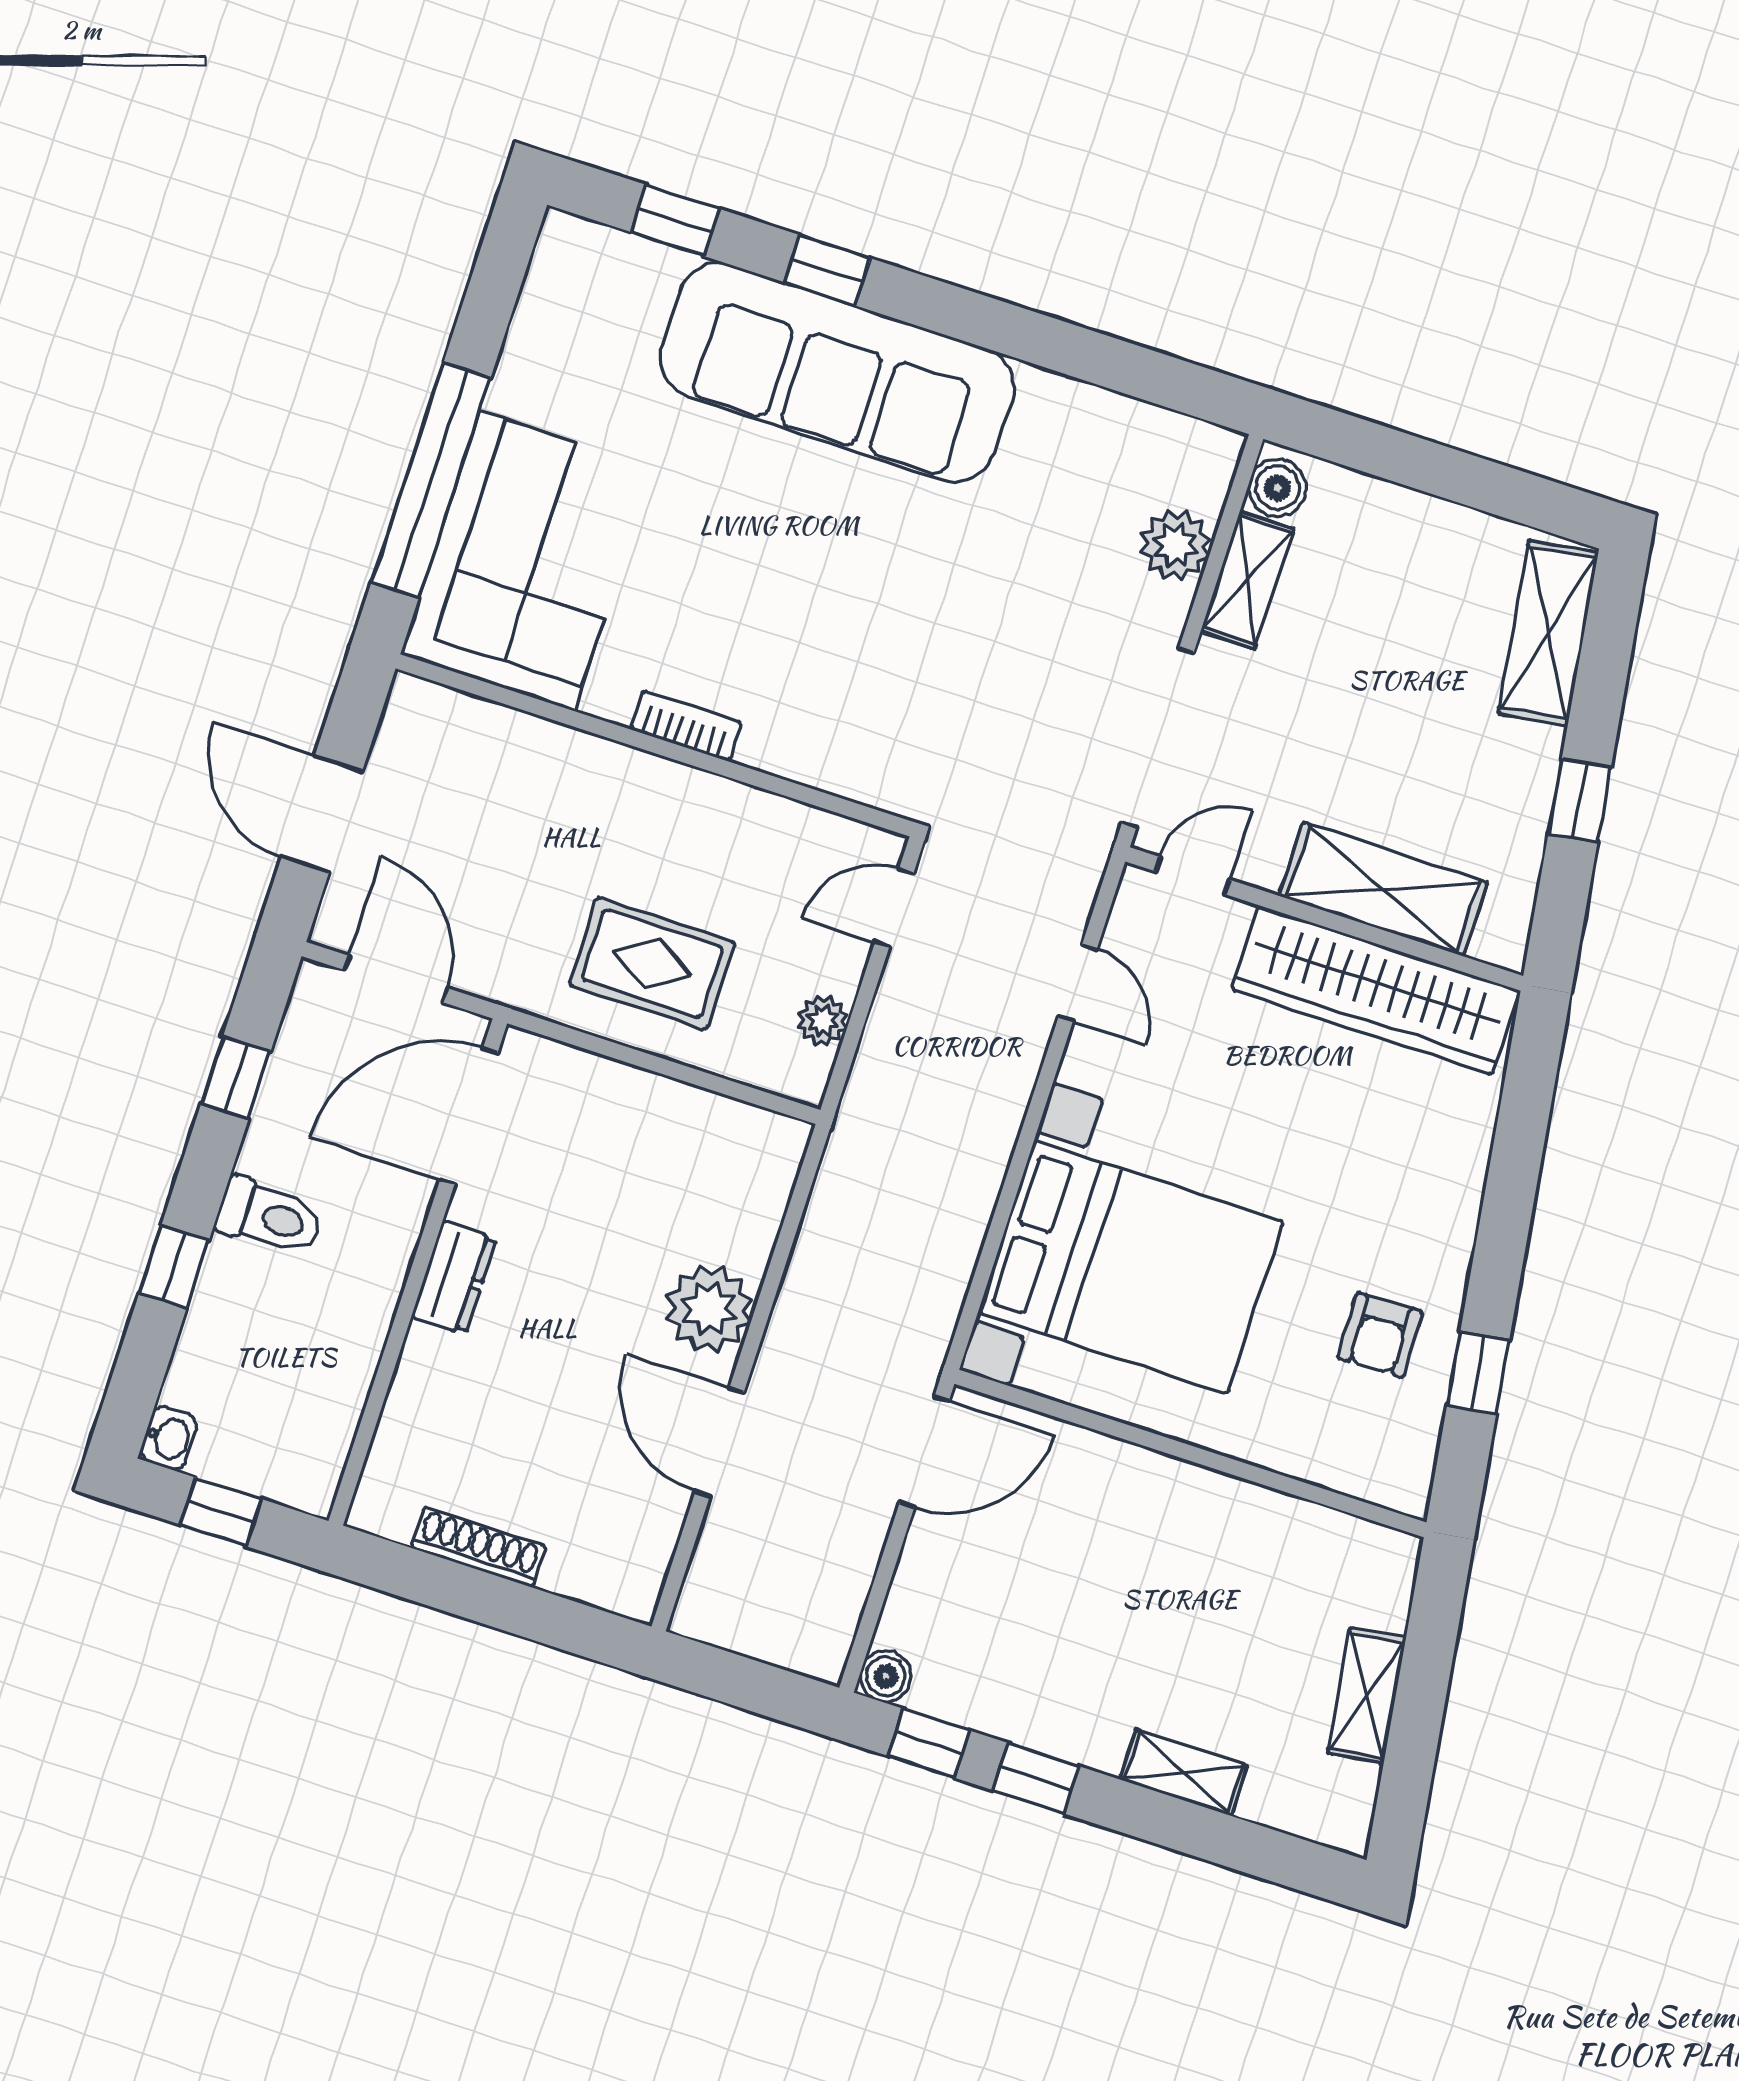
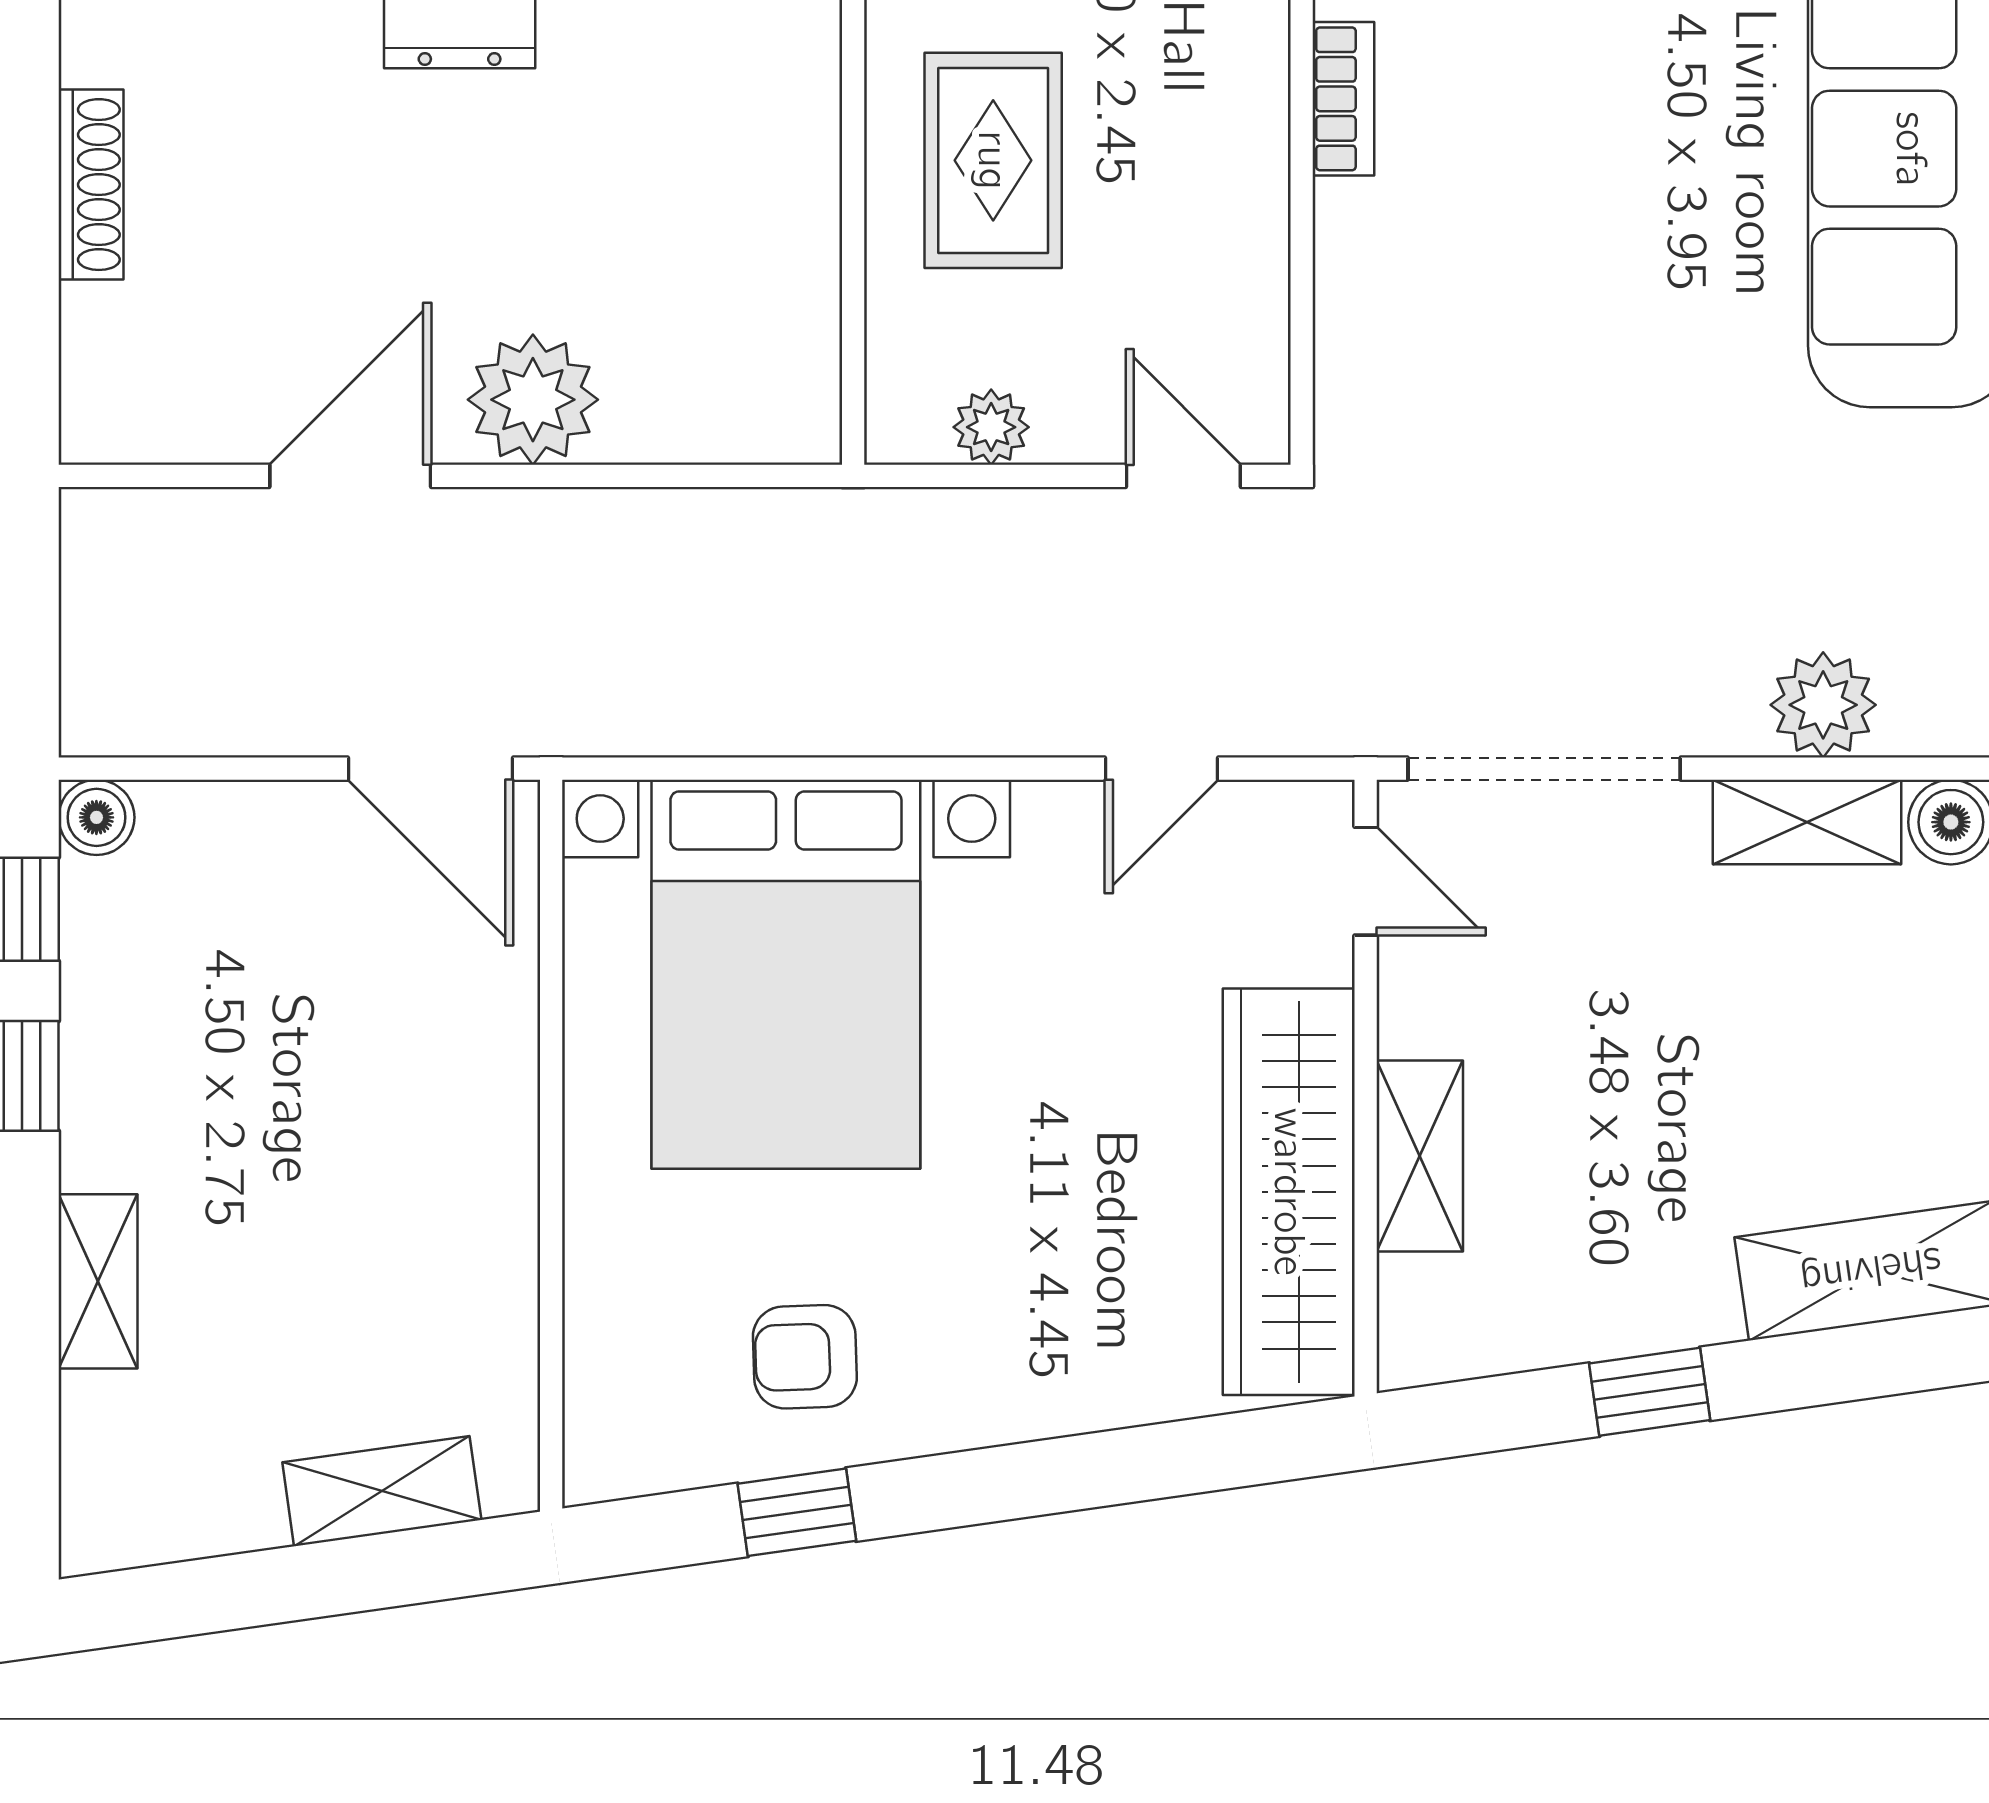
shelving: (1383, 889) -> (1420, 1156), width x0.67, depth x0.75
shelving: (1367, 1696) -> (382, 1491), moved

